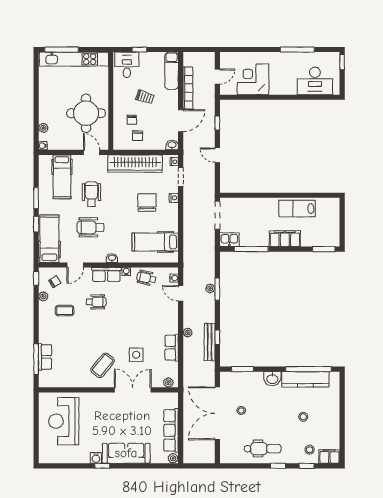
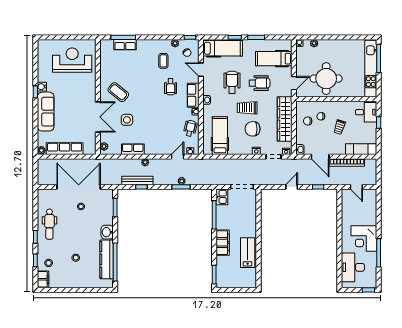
corner desk: (253, 79) -> (364, 239), moved, turned 180
chair: (147, 202) -> (253, 129), turned 180
trolley: (122, 209) -> (247, 108), added

